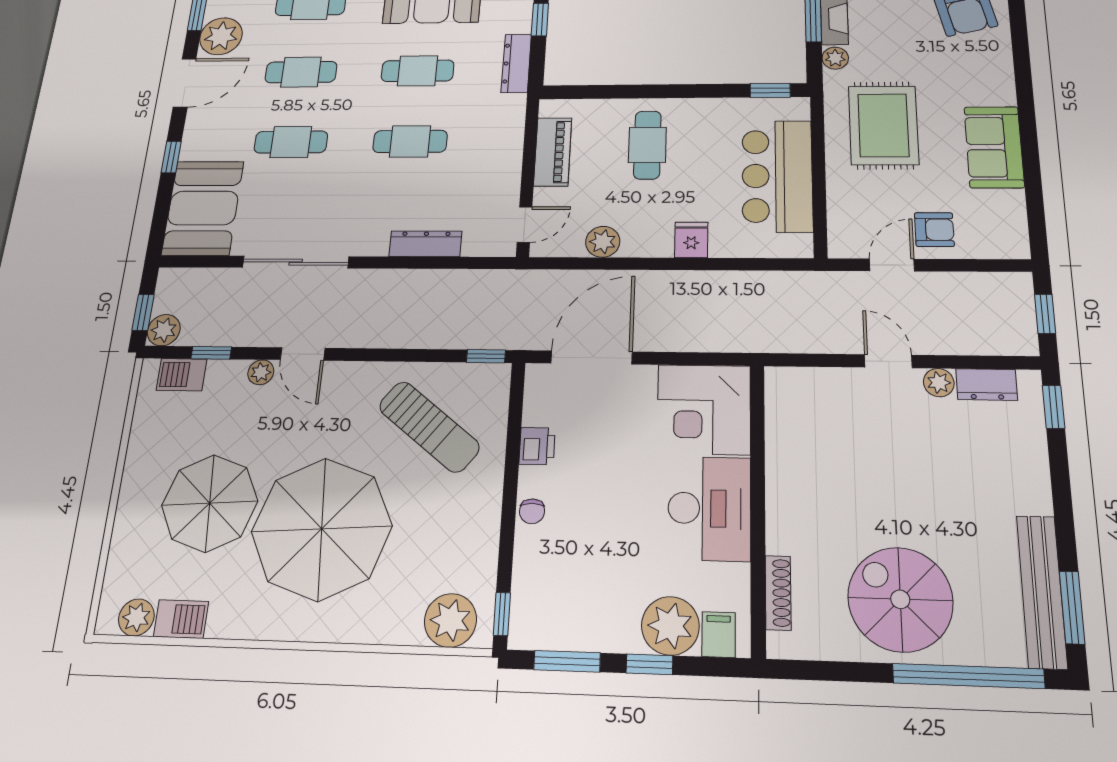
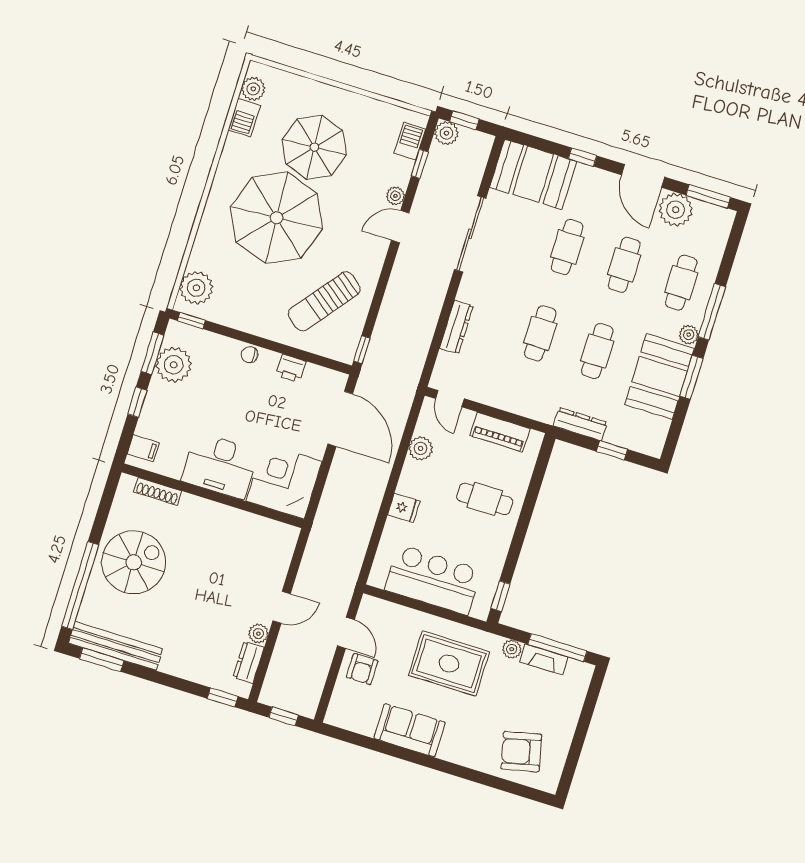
plant: (670, 626) -> (174, 365), moved

